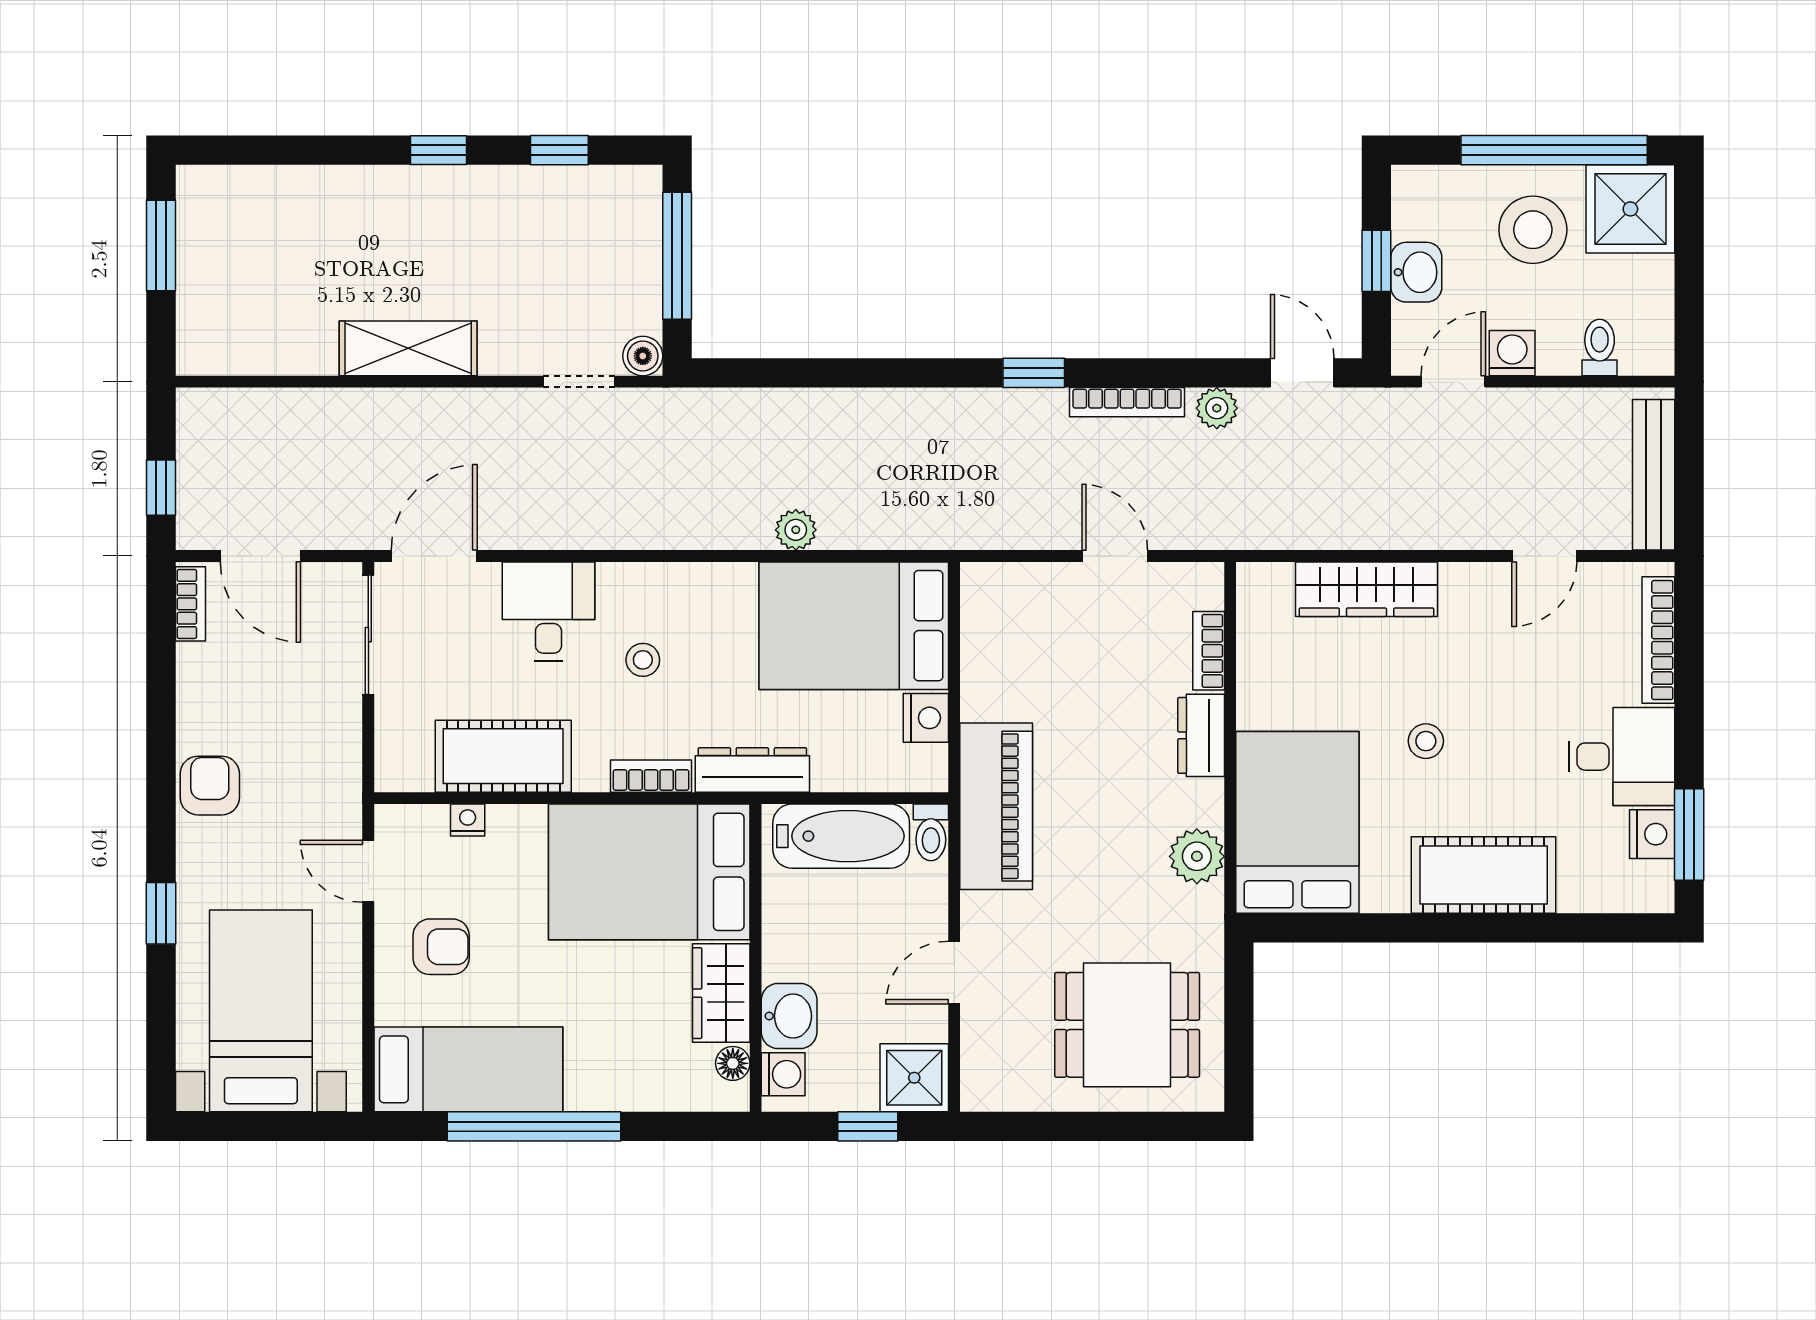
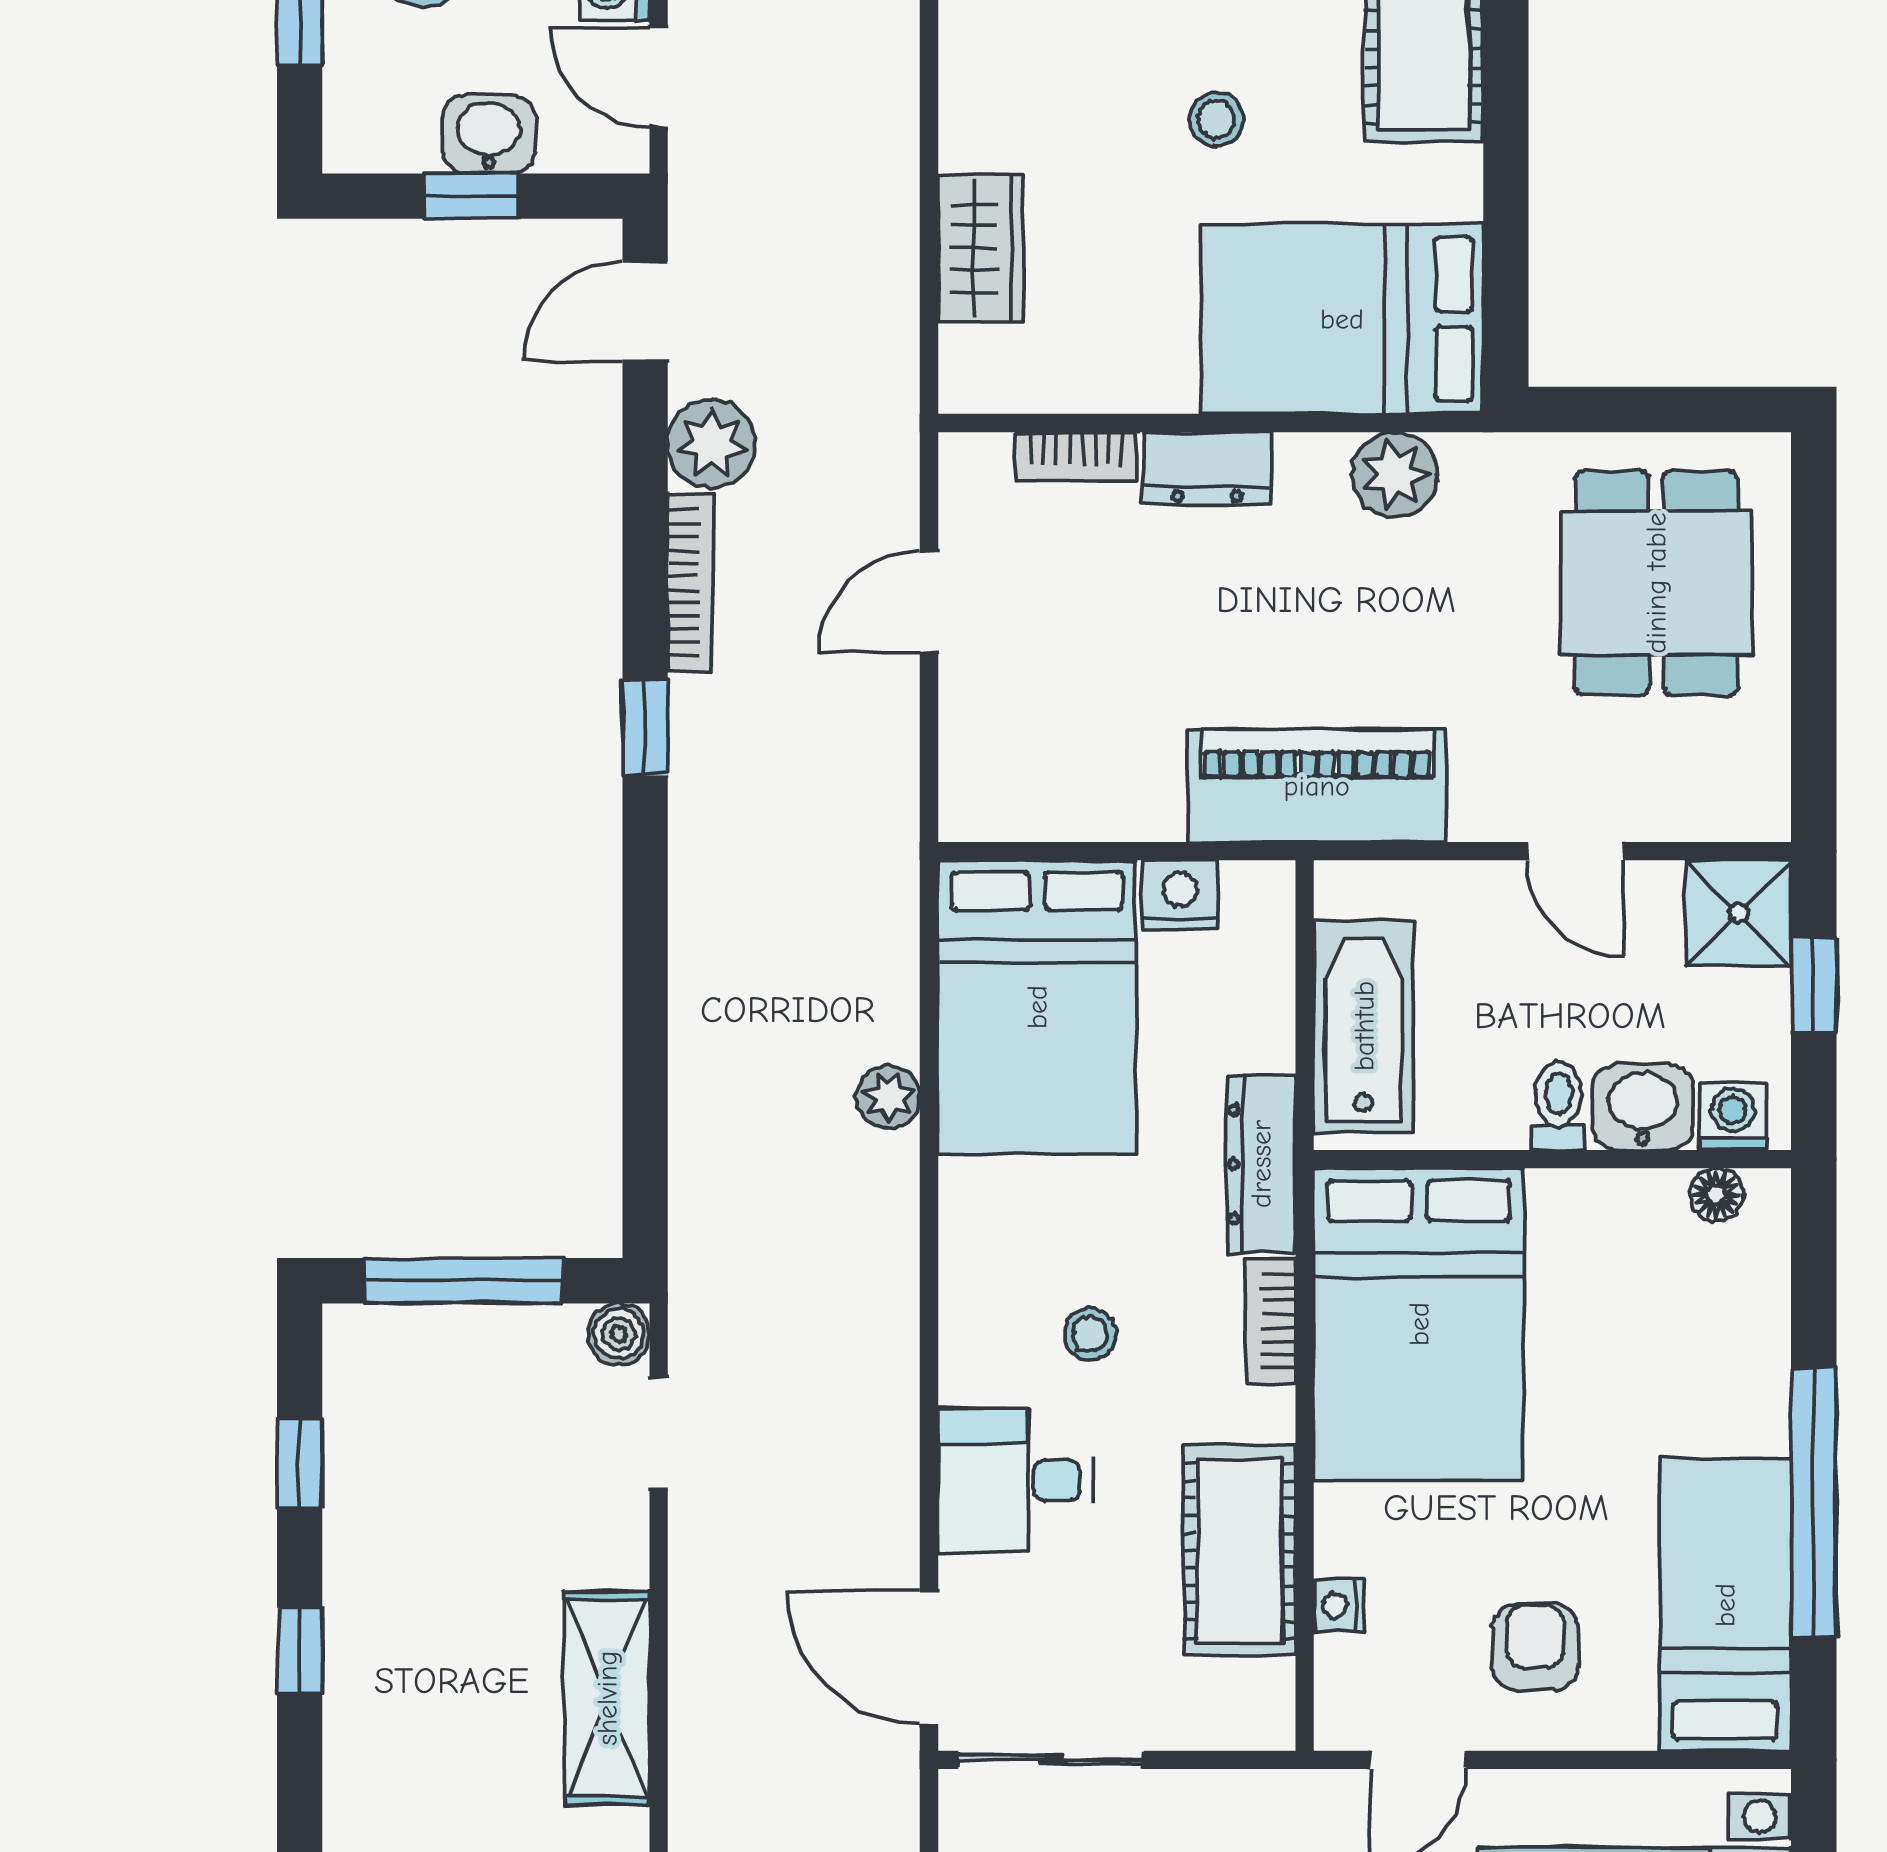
plant: (1217, 408) -> (712, 444), width x1.38, depth x1.38
wardrobe: (1366, 589) -> (980, 248), width x0.67
toilet: (931, 832) -> (1559, 1106), moved, turned -90
wardrobe: (721, 993) -> (1607, 1213), removed

